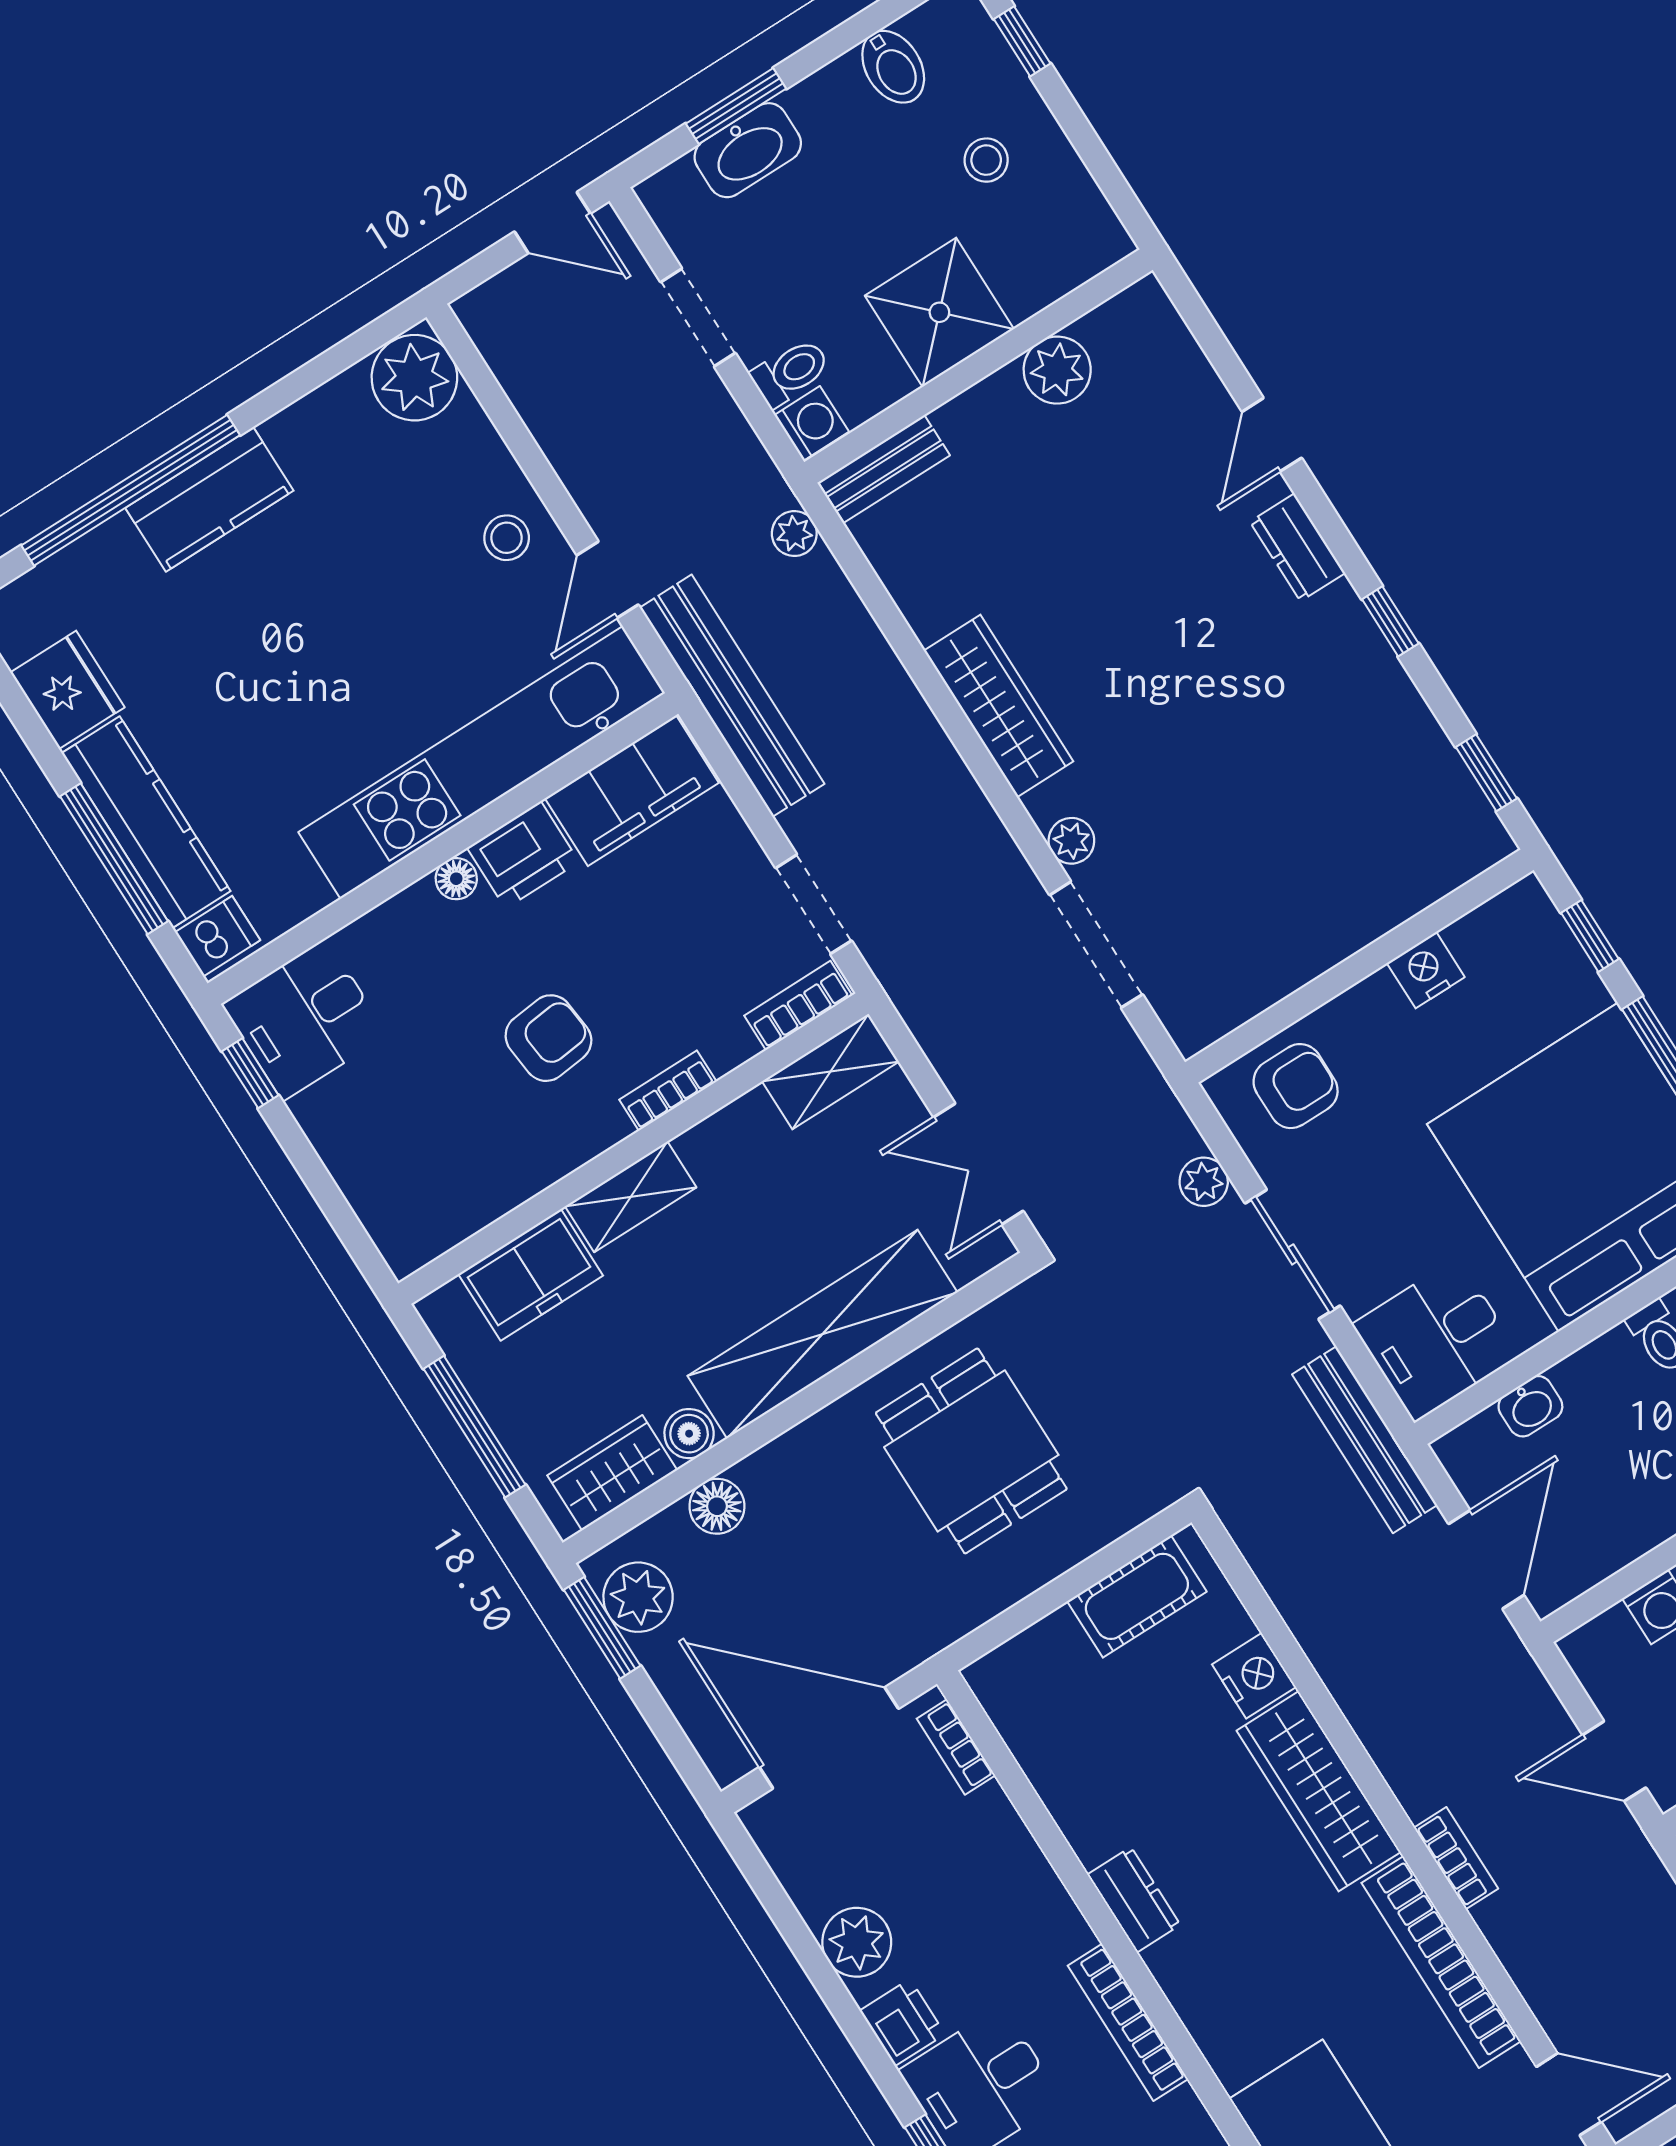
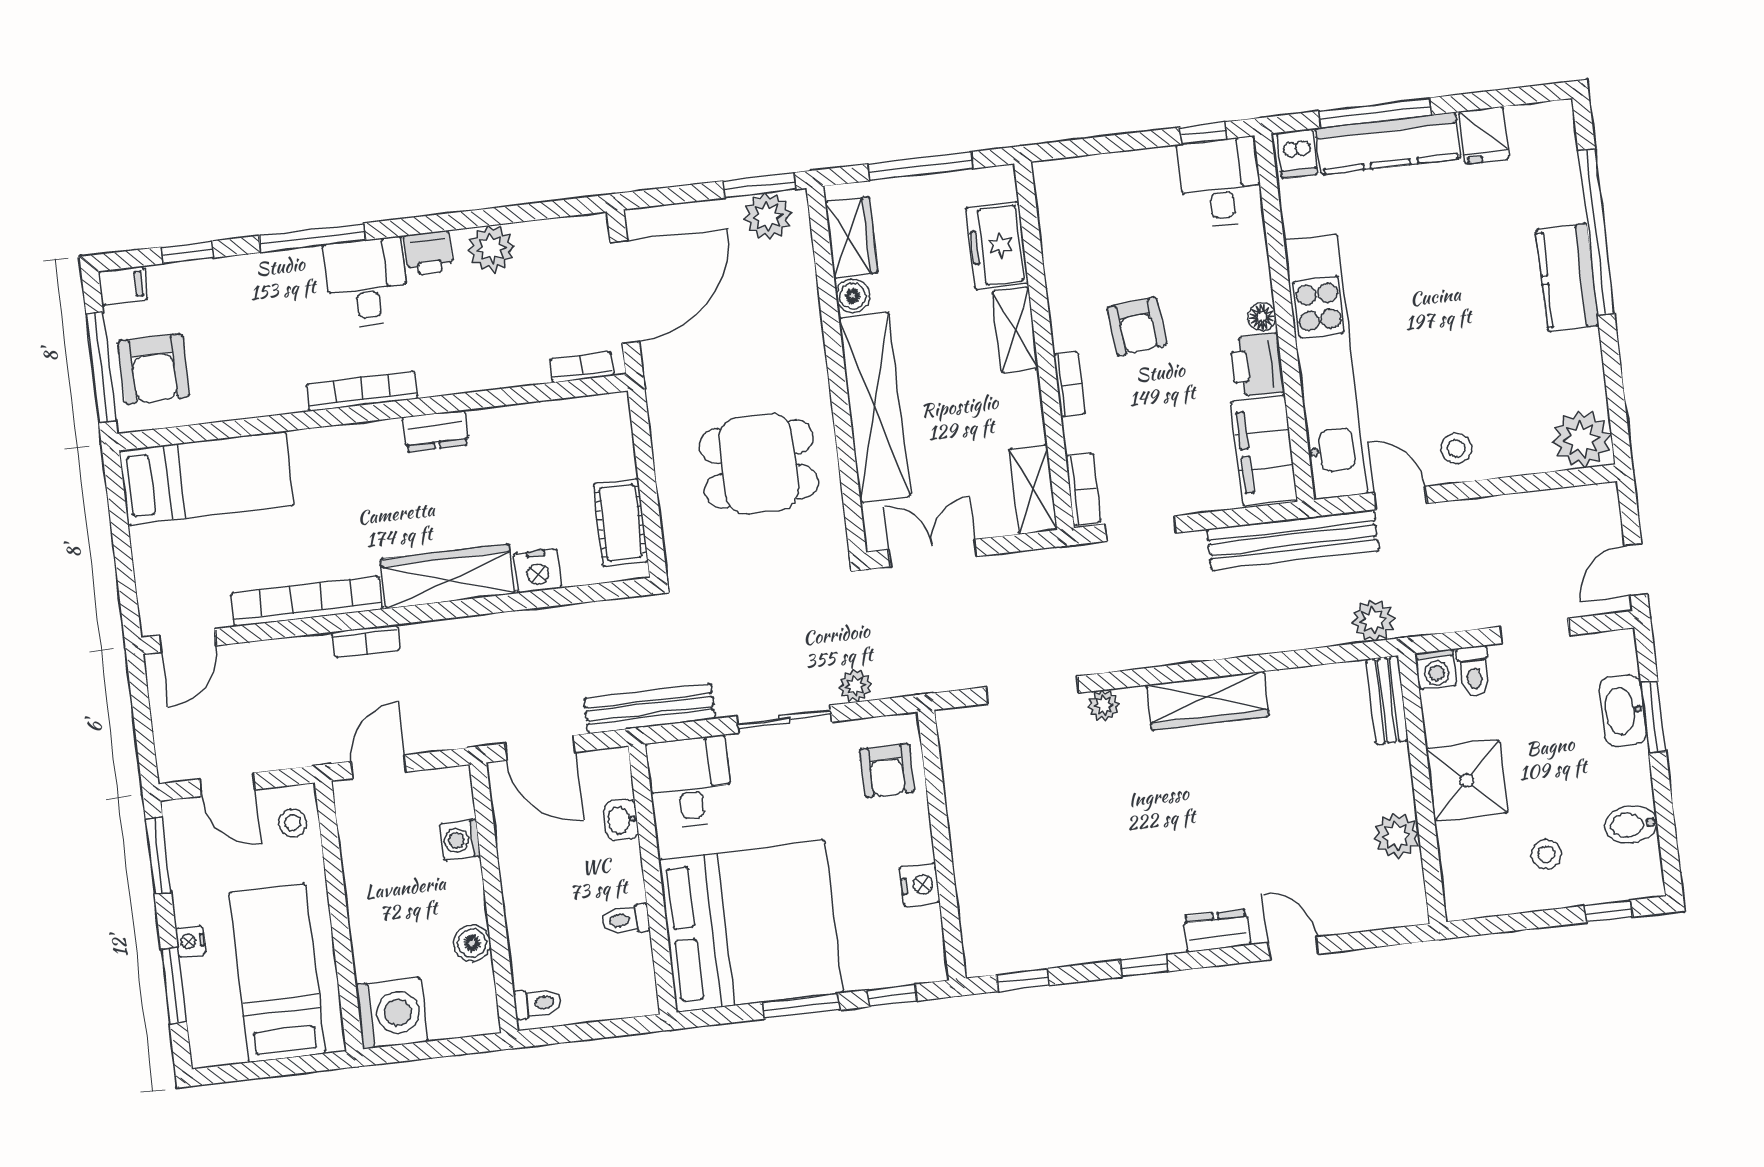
plant: (794, 534) -> (1373, 620), width x1.38, depth x1.38
fridge: (67, 690) -> (1484, 135), width x0.72
floor lamp: (717, 1506) -> (800, 292), removed

